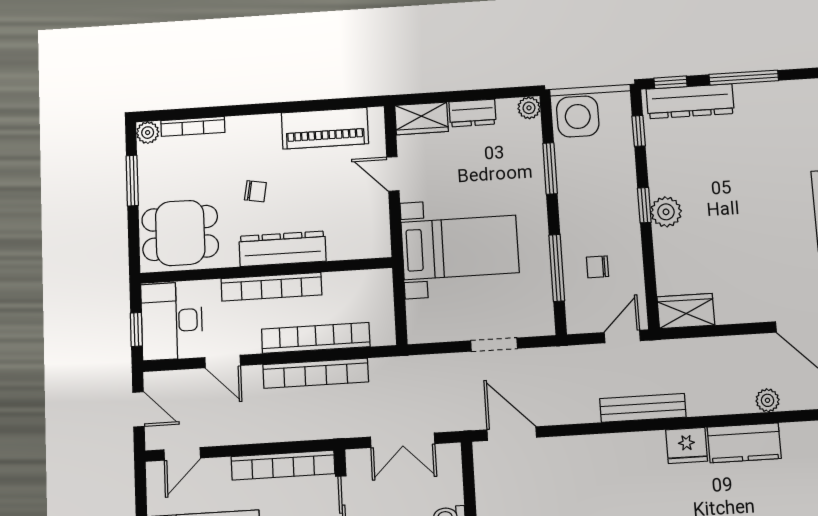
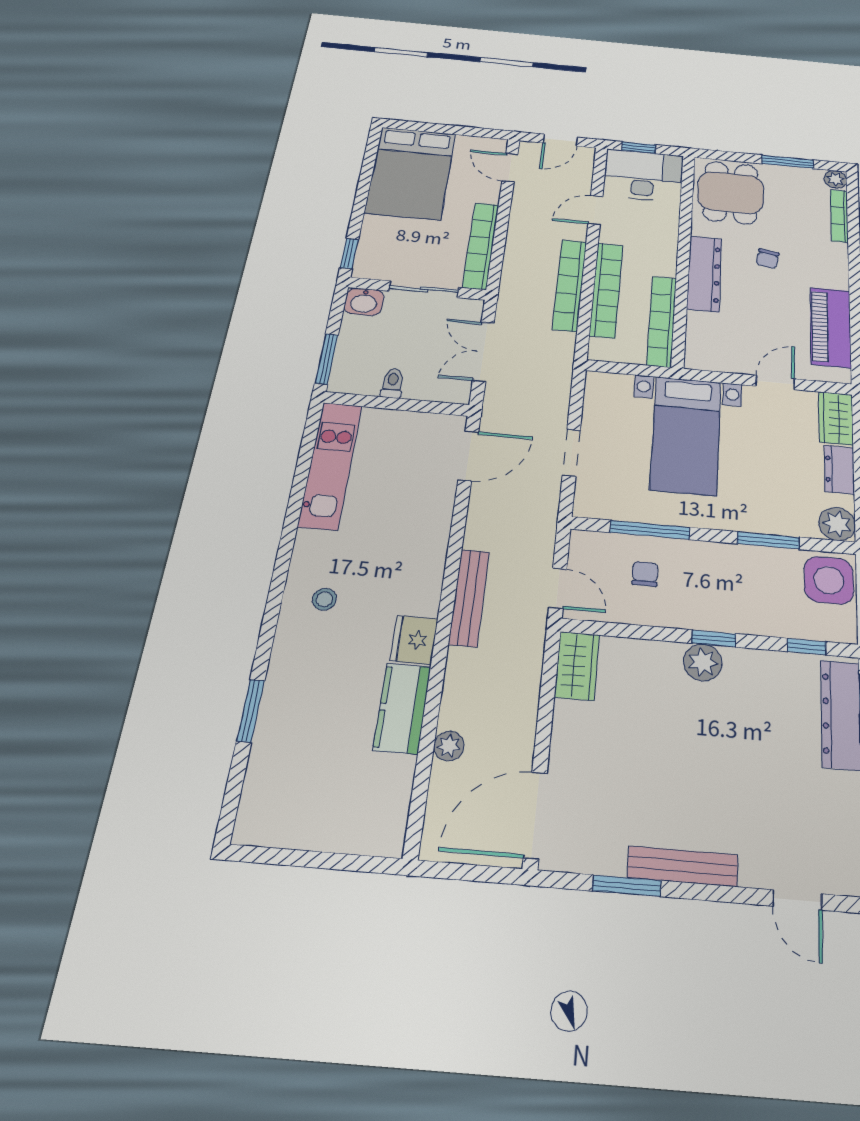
plant: (529, 108) -> (837, 524), width x1.38, depth x1.38
bookcase: (271, 287) -> (662, 321), moved

